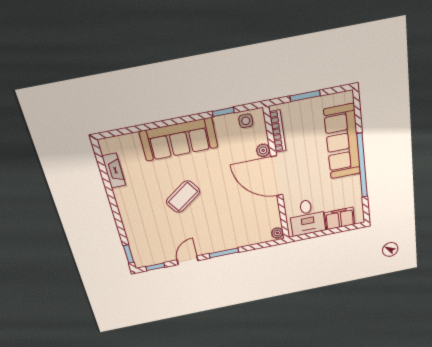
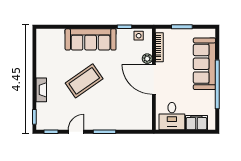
fireplace: (114, 171) -> (41, 90), moved
coffee table: (183, 197) -> (84, 81), width x1.36, depth x1.32
plant: (277, 233) -> (147, 124), removed

